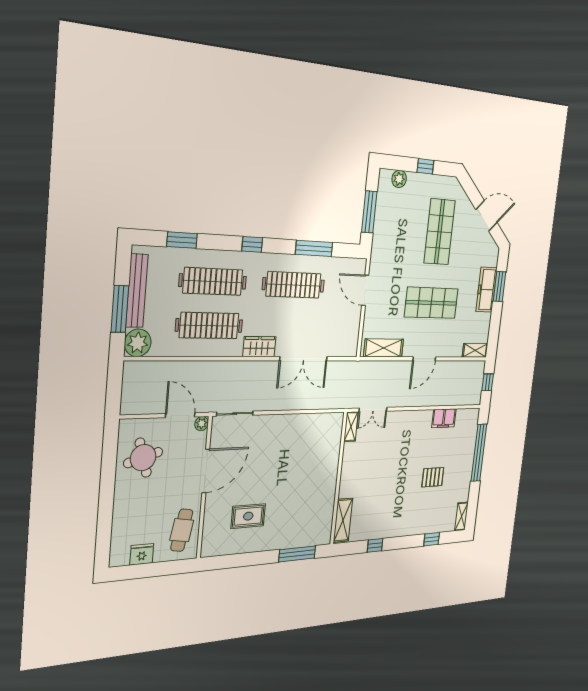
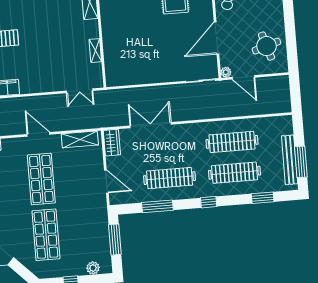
shop shelf: (431, 303) -> (41, 179), turned 90
window: (120, 309) -> (301, 162), moved
plant: (138, 343) -> (283, 125), removed
wardrobe: (259, 347) -> (112, 143), moved, turned -90
door: (424, 359) -> (38, 134), hinge flipped
double door: (373, 410) -> (80, 91), swing flipped
shelving: (351, 427) -> (95, 51), moved

